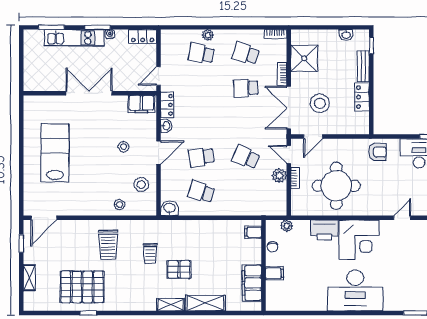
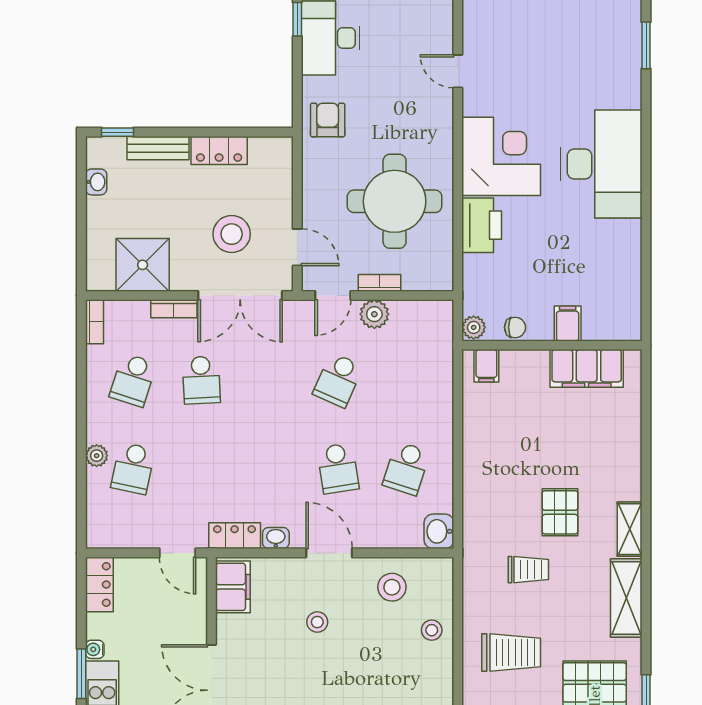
plant: (287, 226) -> (474, 327), moved
shelving: (205, 303) -> (626, 598), moved

